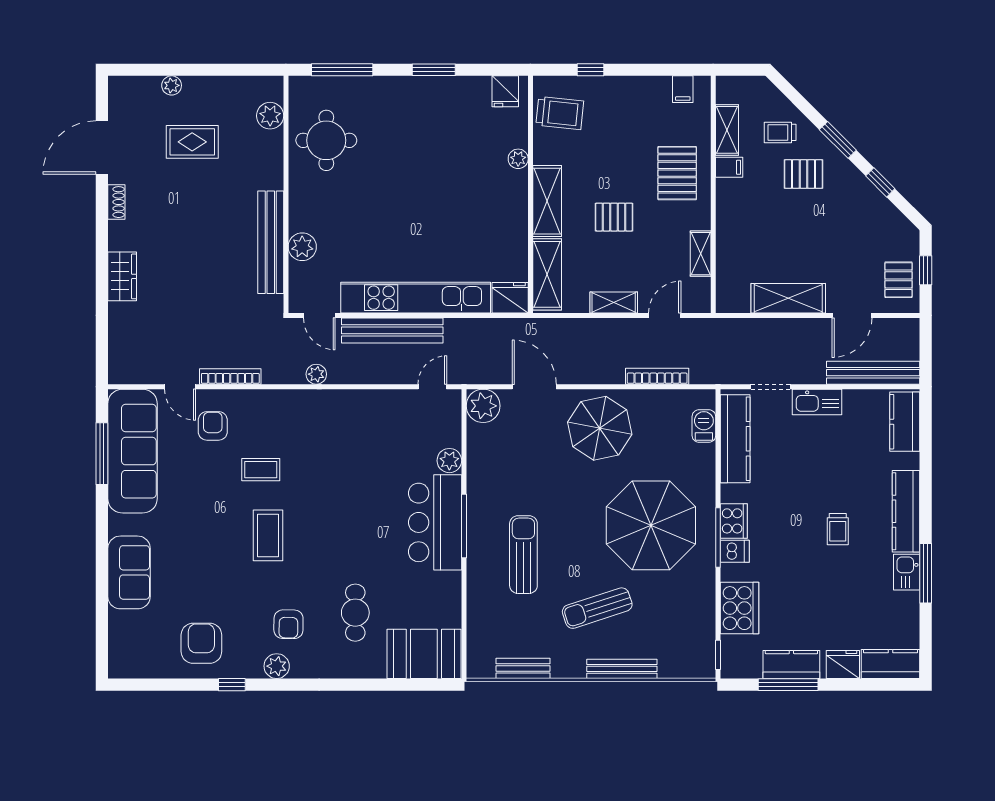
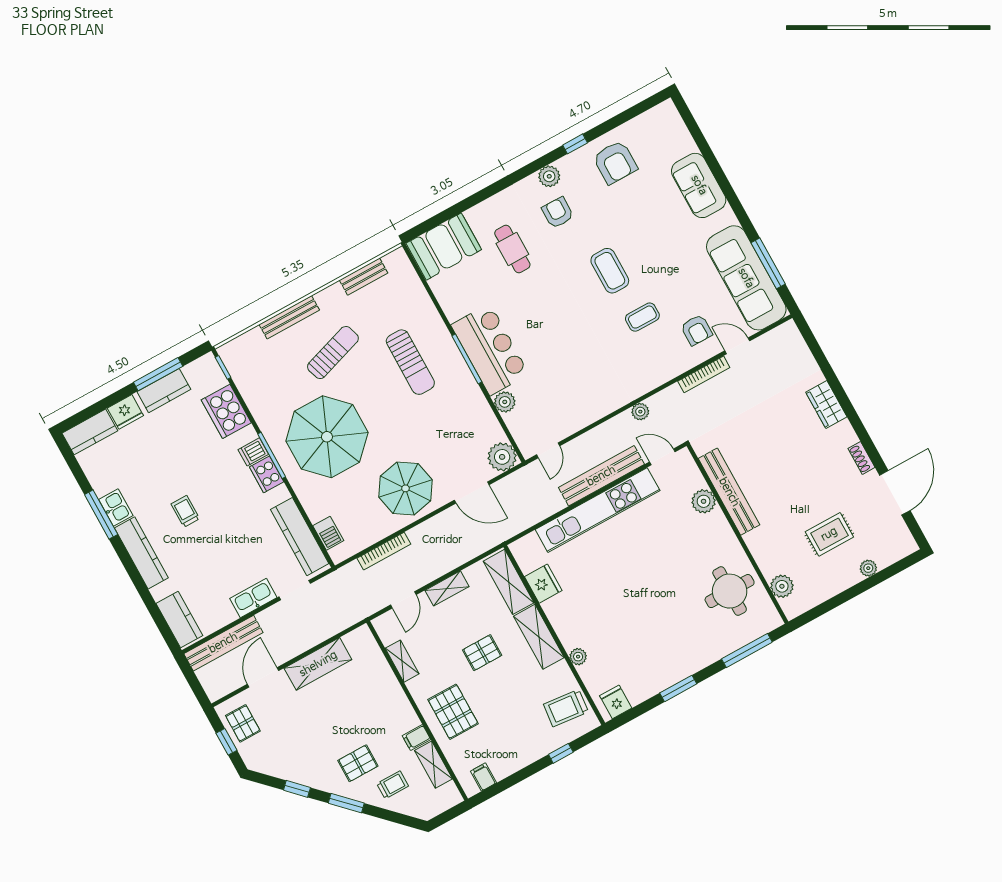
fridge: (510, 298) -> (543, 584), moved, turned -90

